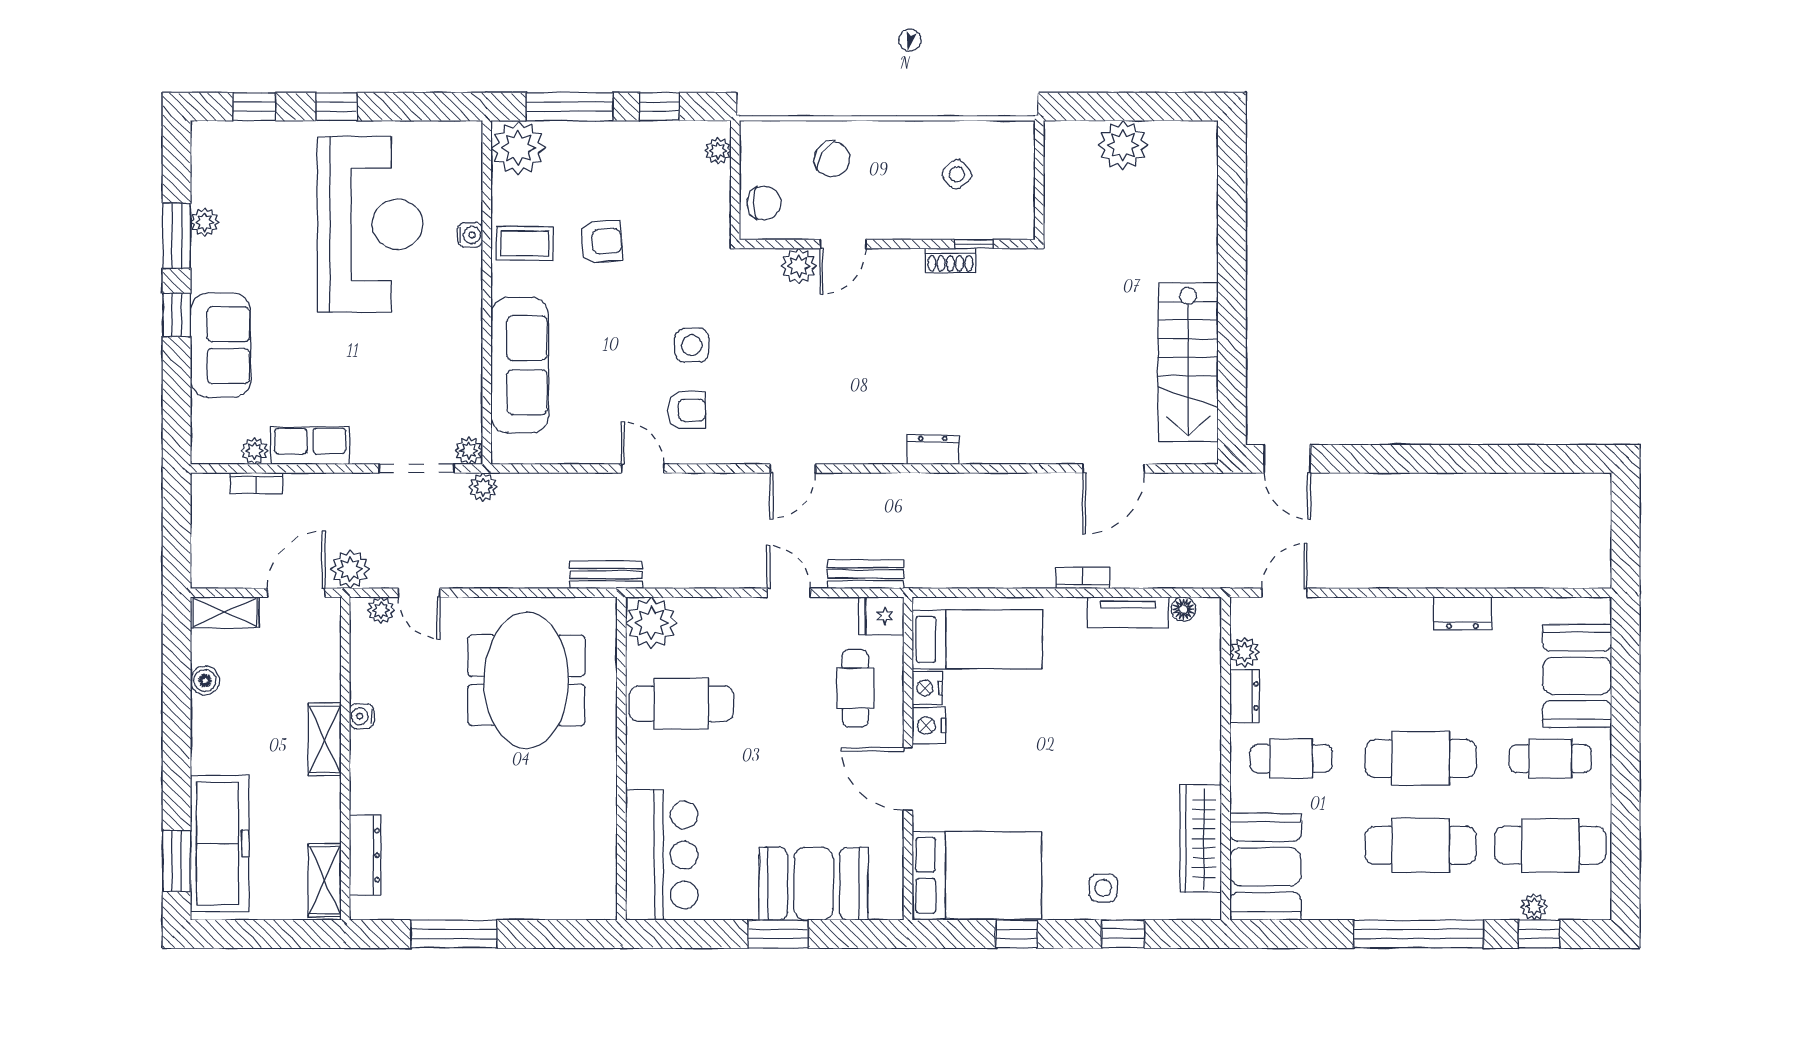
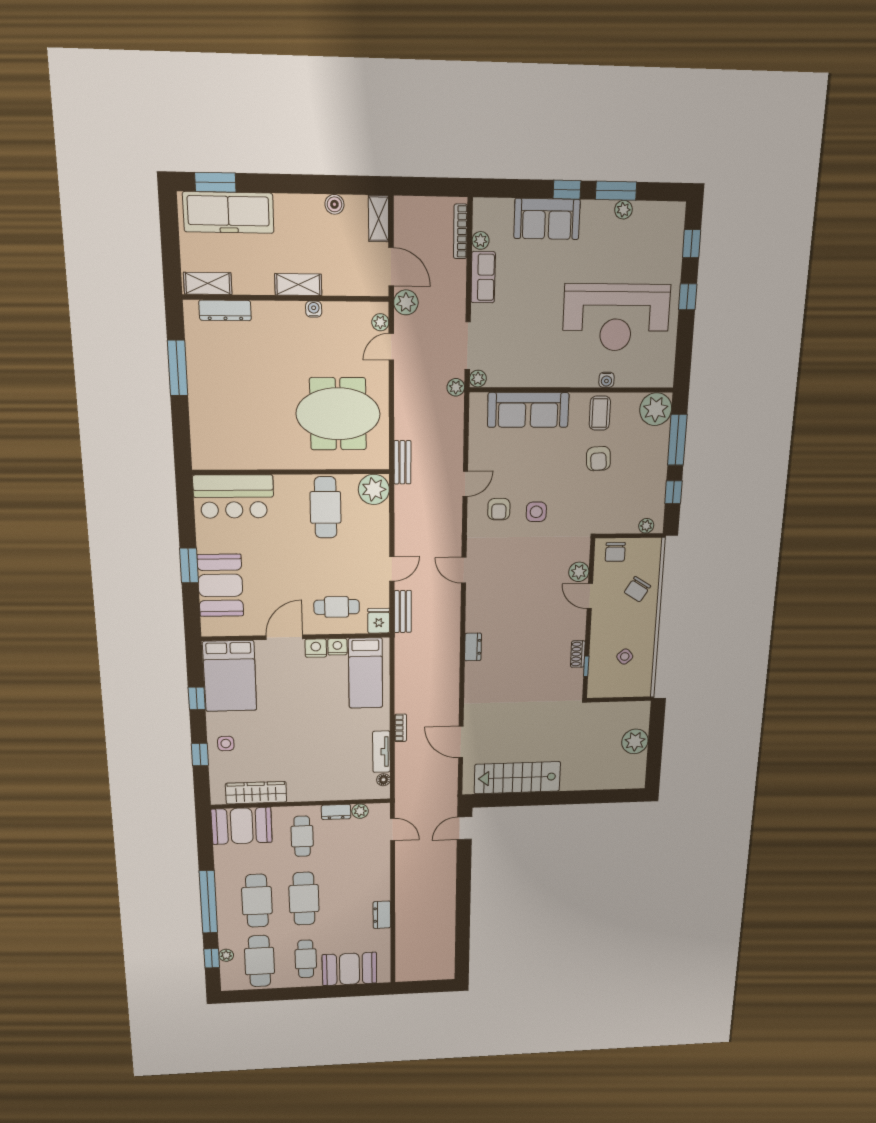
bookcase: (256, 483) -> (460, 231), width x1.56

